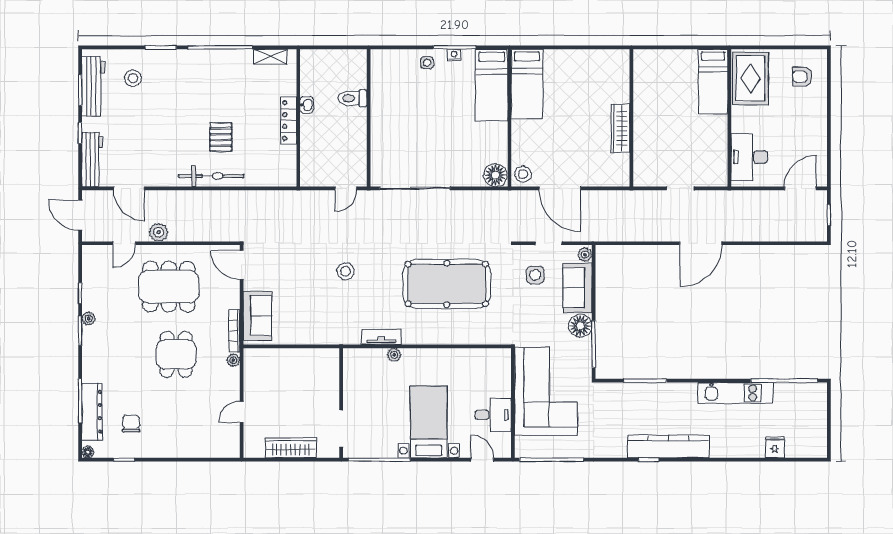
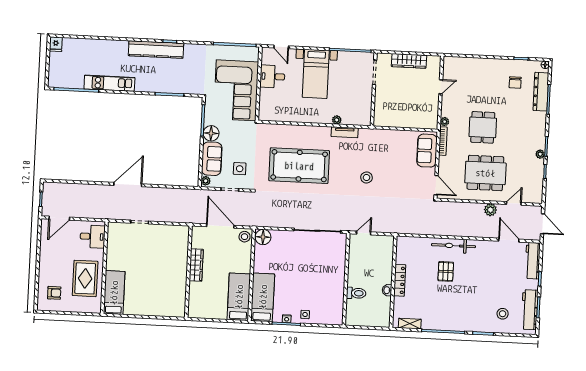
rug: (751, 79) -> (85, 278), moved
wall: (631, 118) -> (188, 272), moved
wardrobe: (620, 128) -> (196, 265), moved
desk: (749, 157) -> (93, 237), width x0.73
fridge: (775, 447) -> (56, 44), moved

